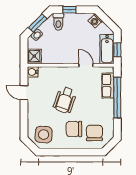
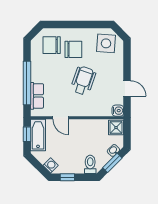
window: (69, 10) -> (67, 177), moved
chair: (94, 133) -> (52, 45), turned 90

